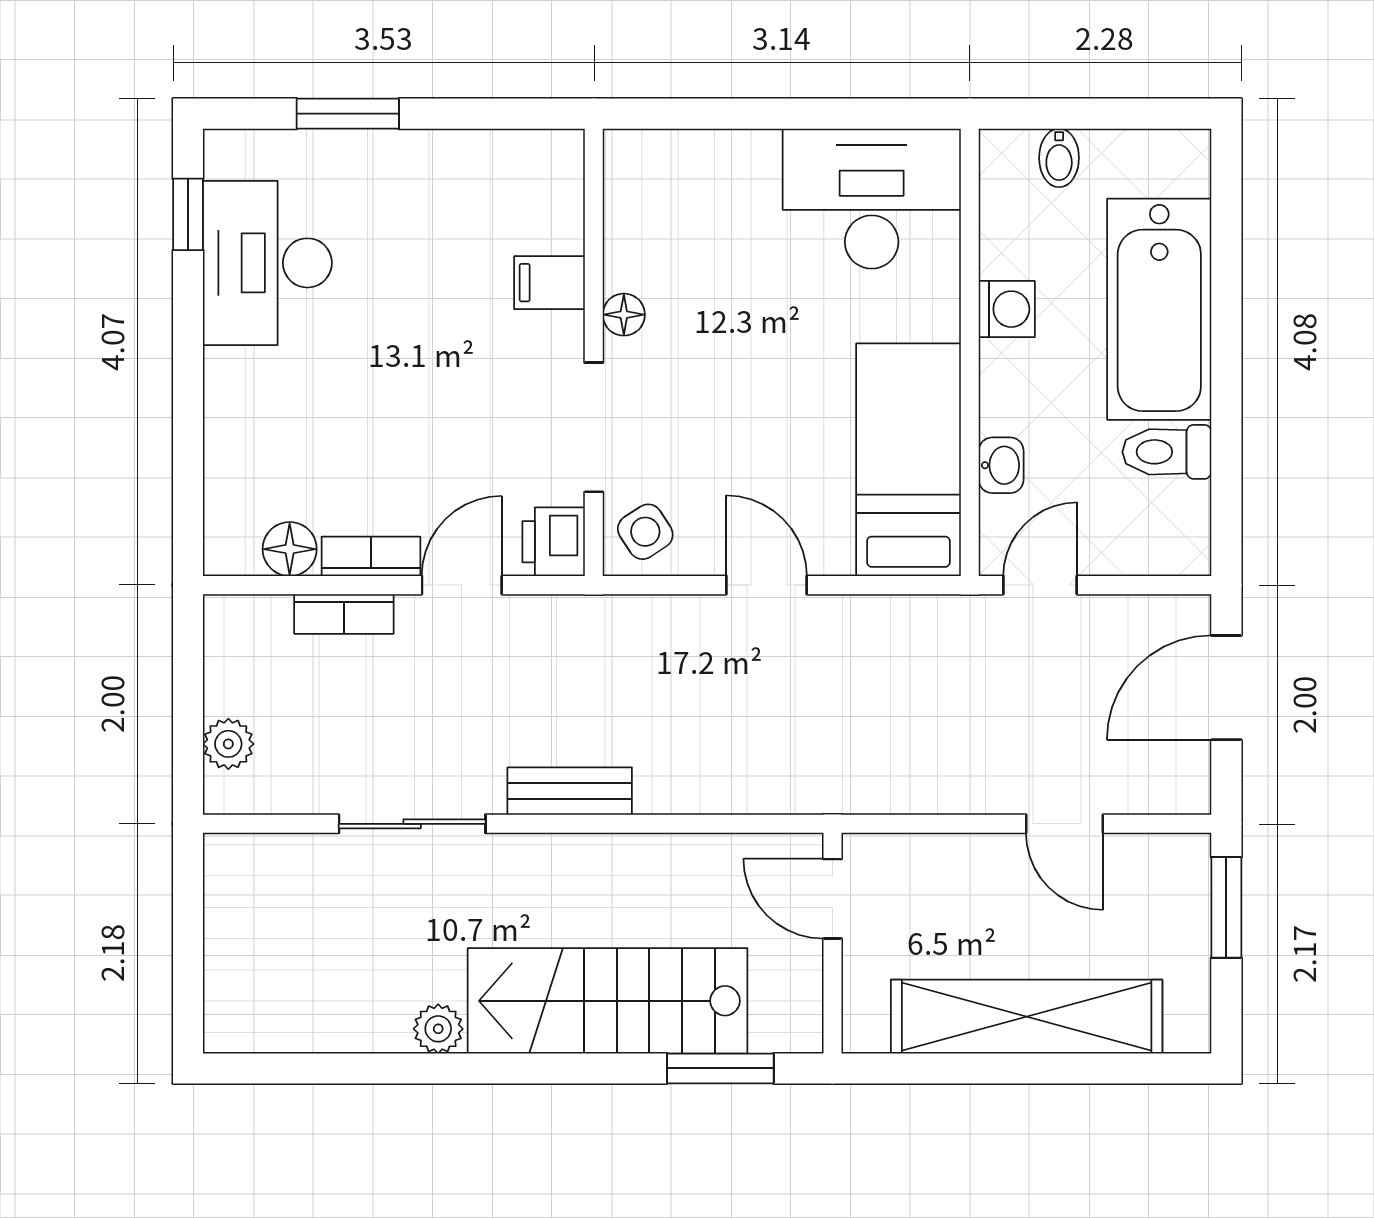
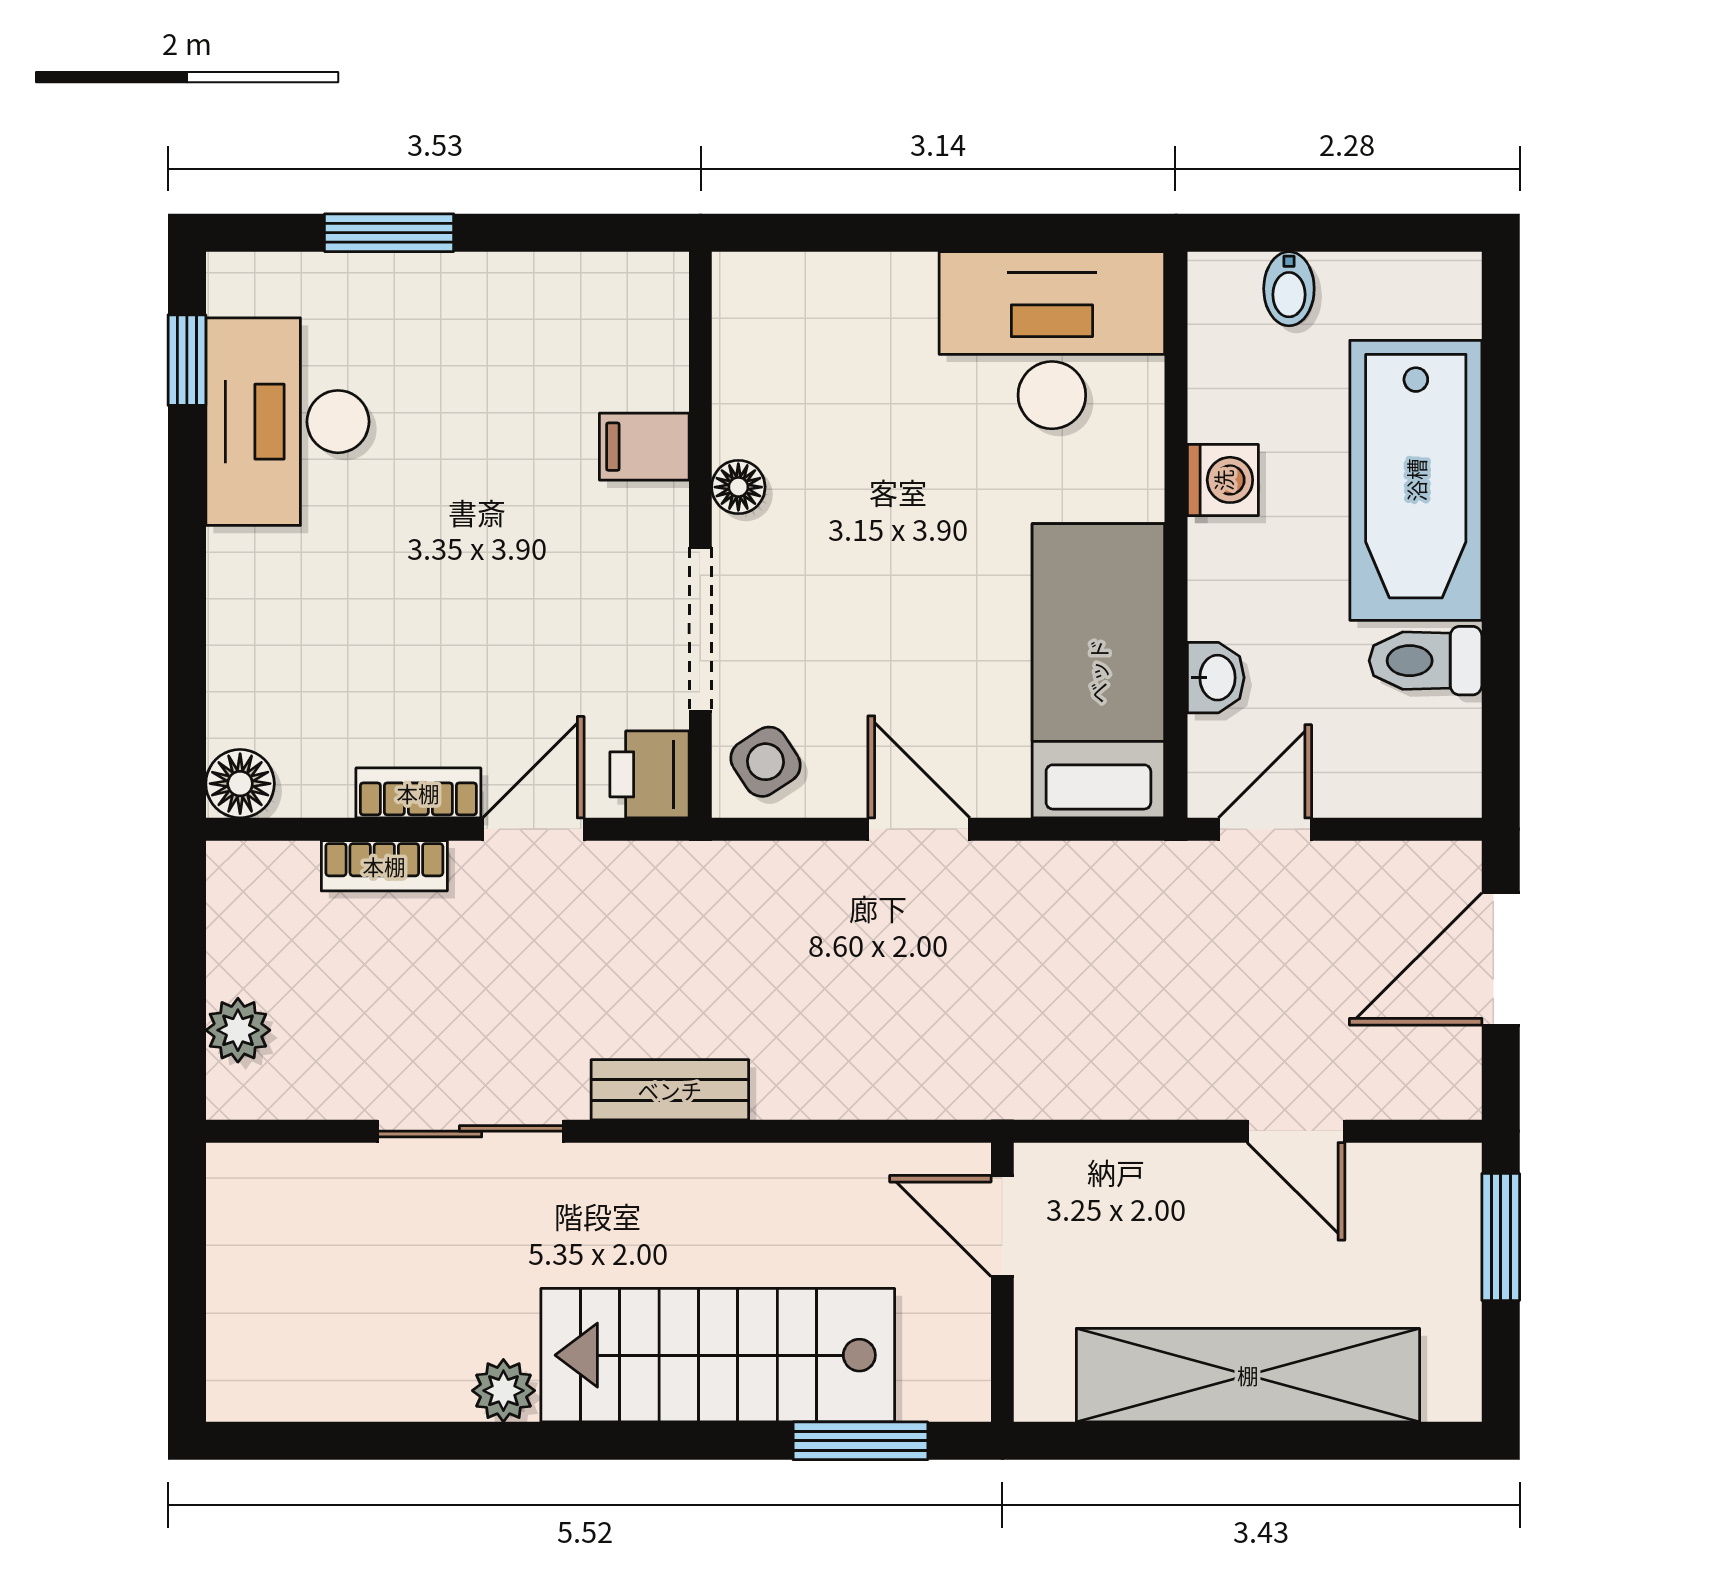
floor lamp: (290, 549) -> (240, 784), moved

